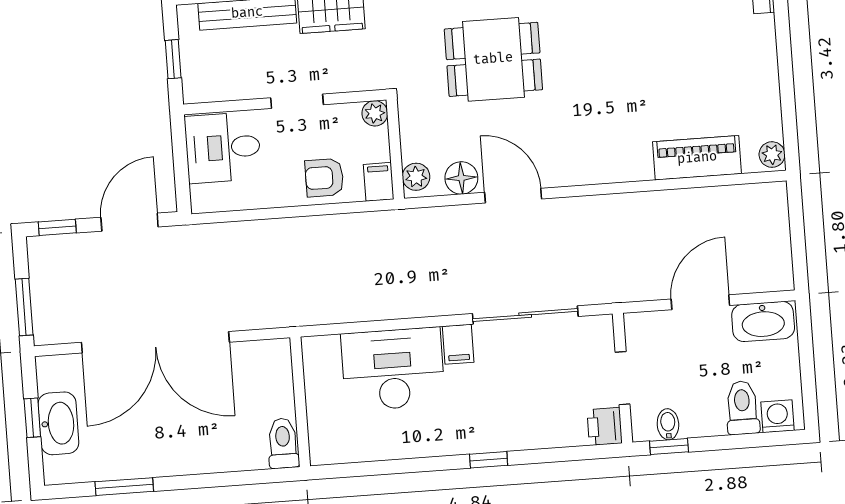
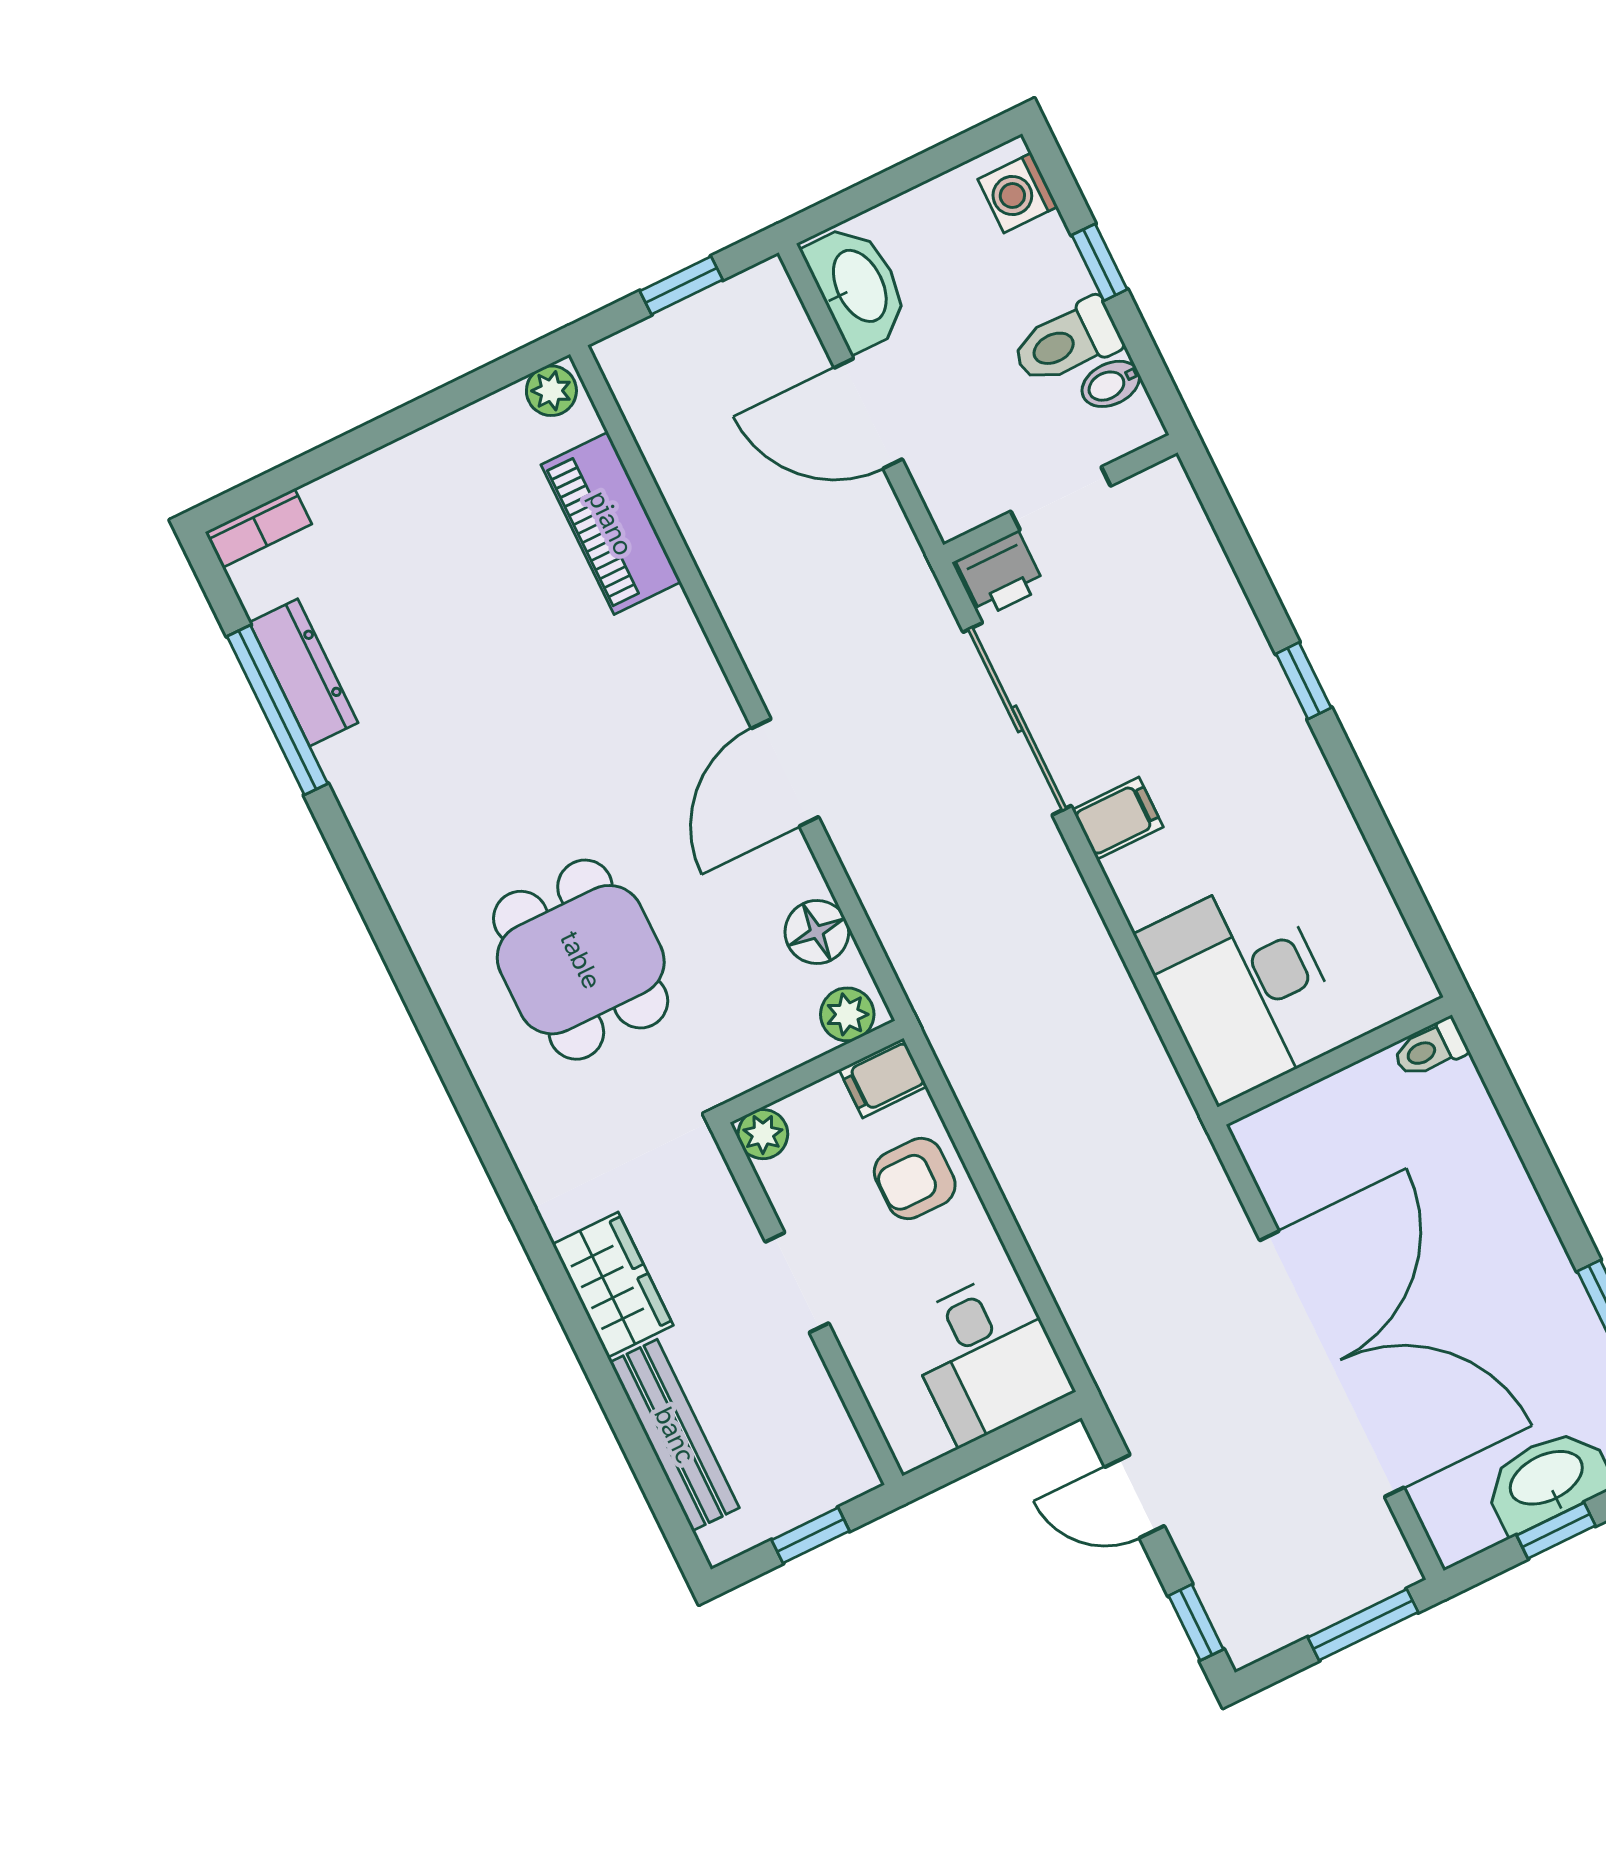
desk: (223, 148) -> (986, 1357), moved
armchair: (324, 178) -> (915, 1179), turned 90
door: (513, 196) -> (785, 773), moved
door: (130, 222) -> (1135, 1496), width x0.73
window: (798, 237) -> (681, 285), added
desk: (393, 369) -> (1243, 987), moved
toilet: (742, 408) -> (1067, 342), moved
printer: (605, 426) -> (1001, 574), moved
toilet: (283, 443) -> (1430, 1049), width x0.73, depth x0.72
window: (669, 447) -> (1099, 262), moved

